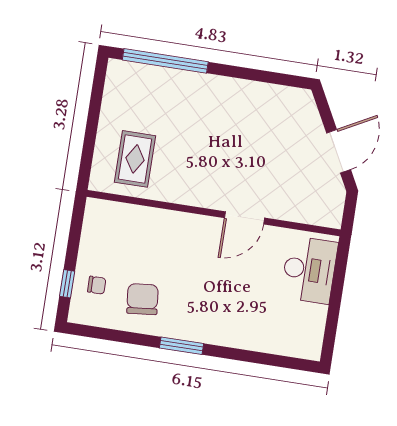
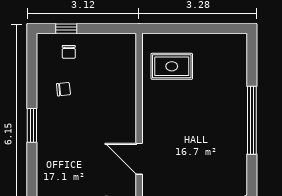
window: (165, 61) -> (252, 120), moved
chair: (142, 299) -> (63, 89), width x0.54, depth x0.54

